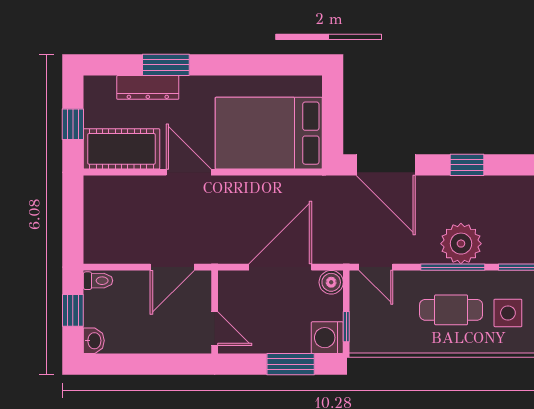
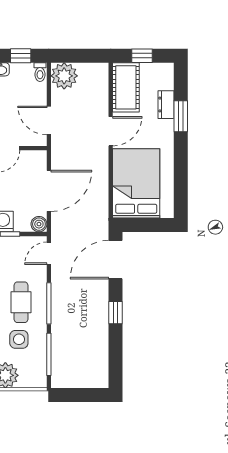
dresser: (148, 87) -> (166, 105), width x0.70
plant: (461, 244) -> (64, 76), moved
door: (280, 267) -> (49, 191), hinge flipped

